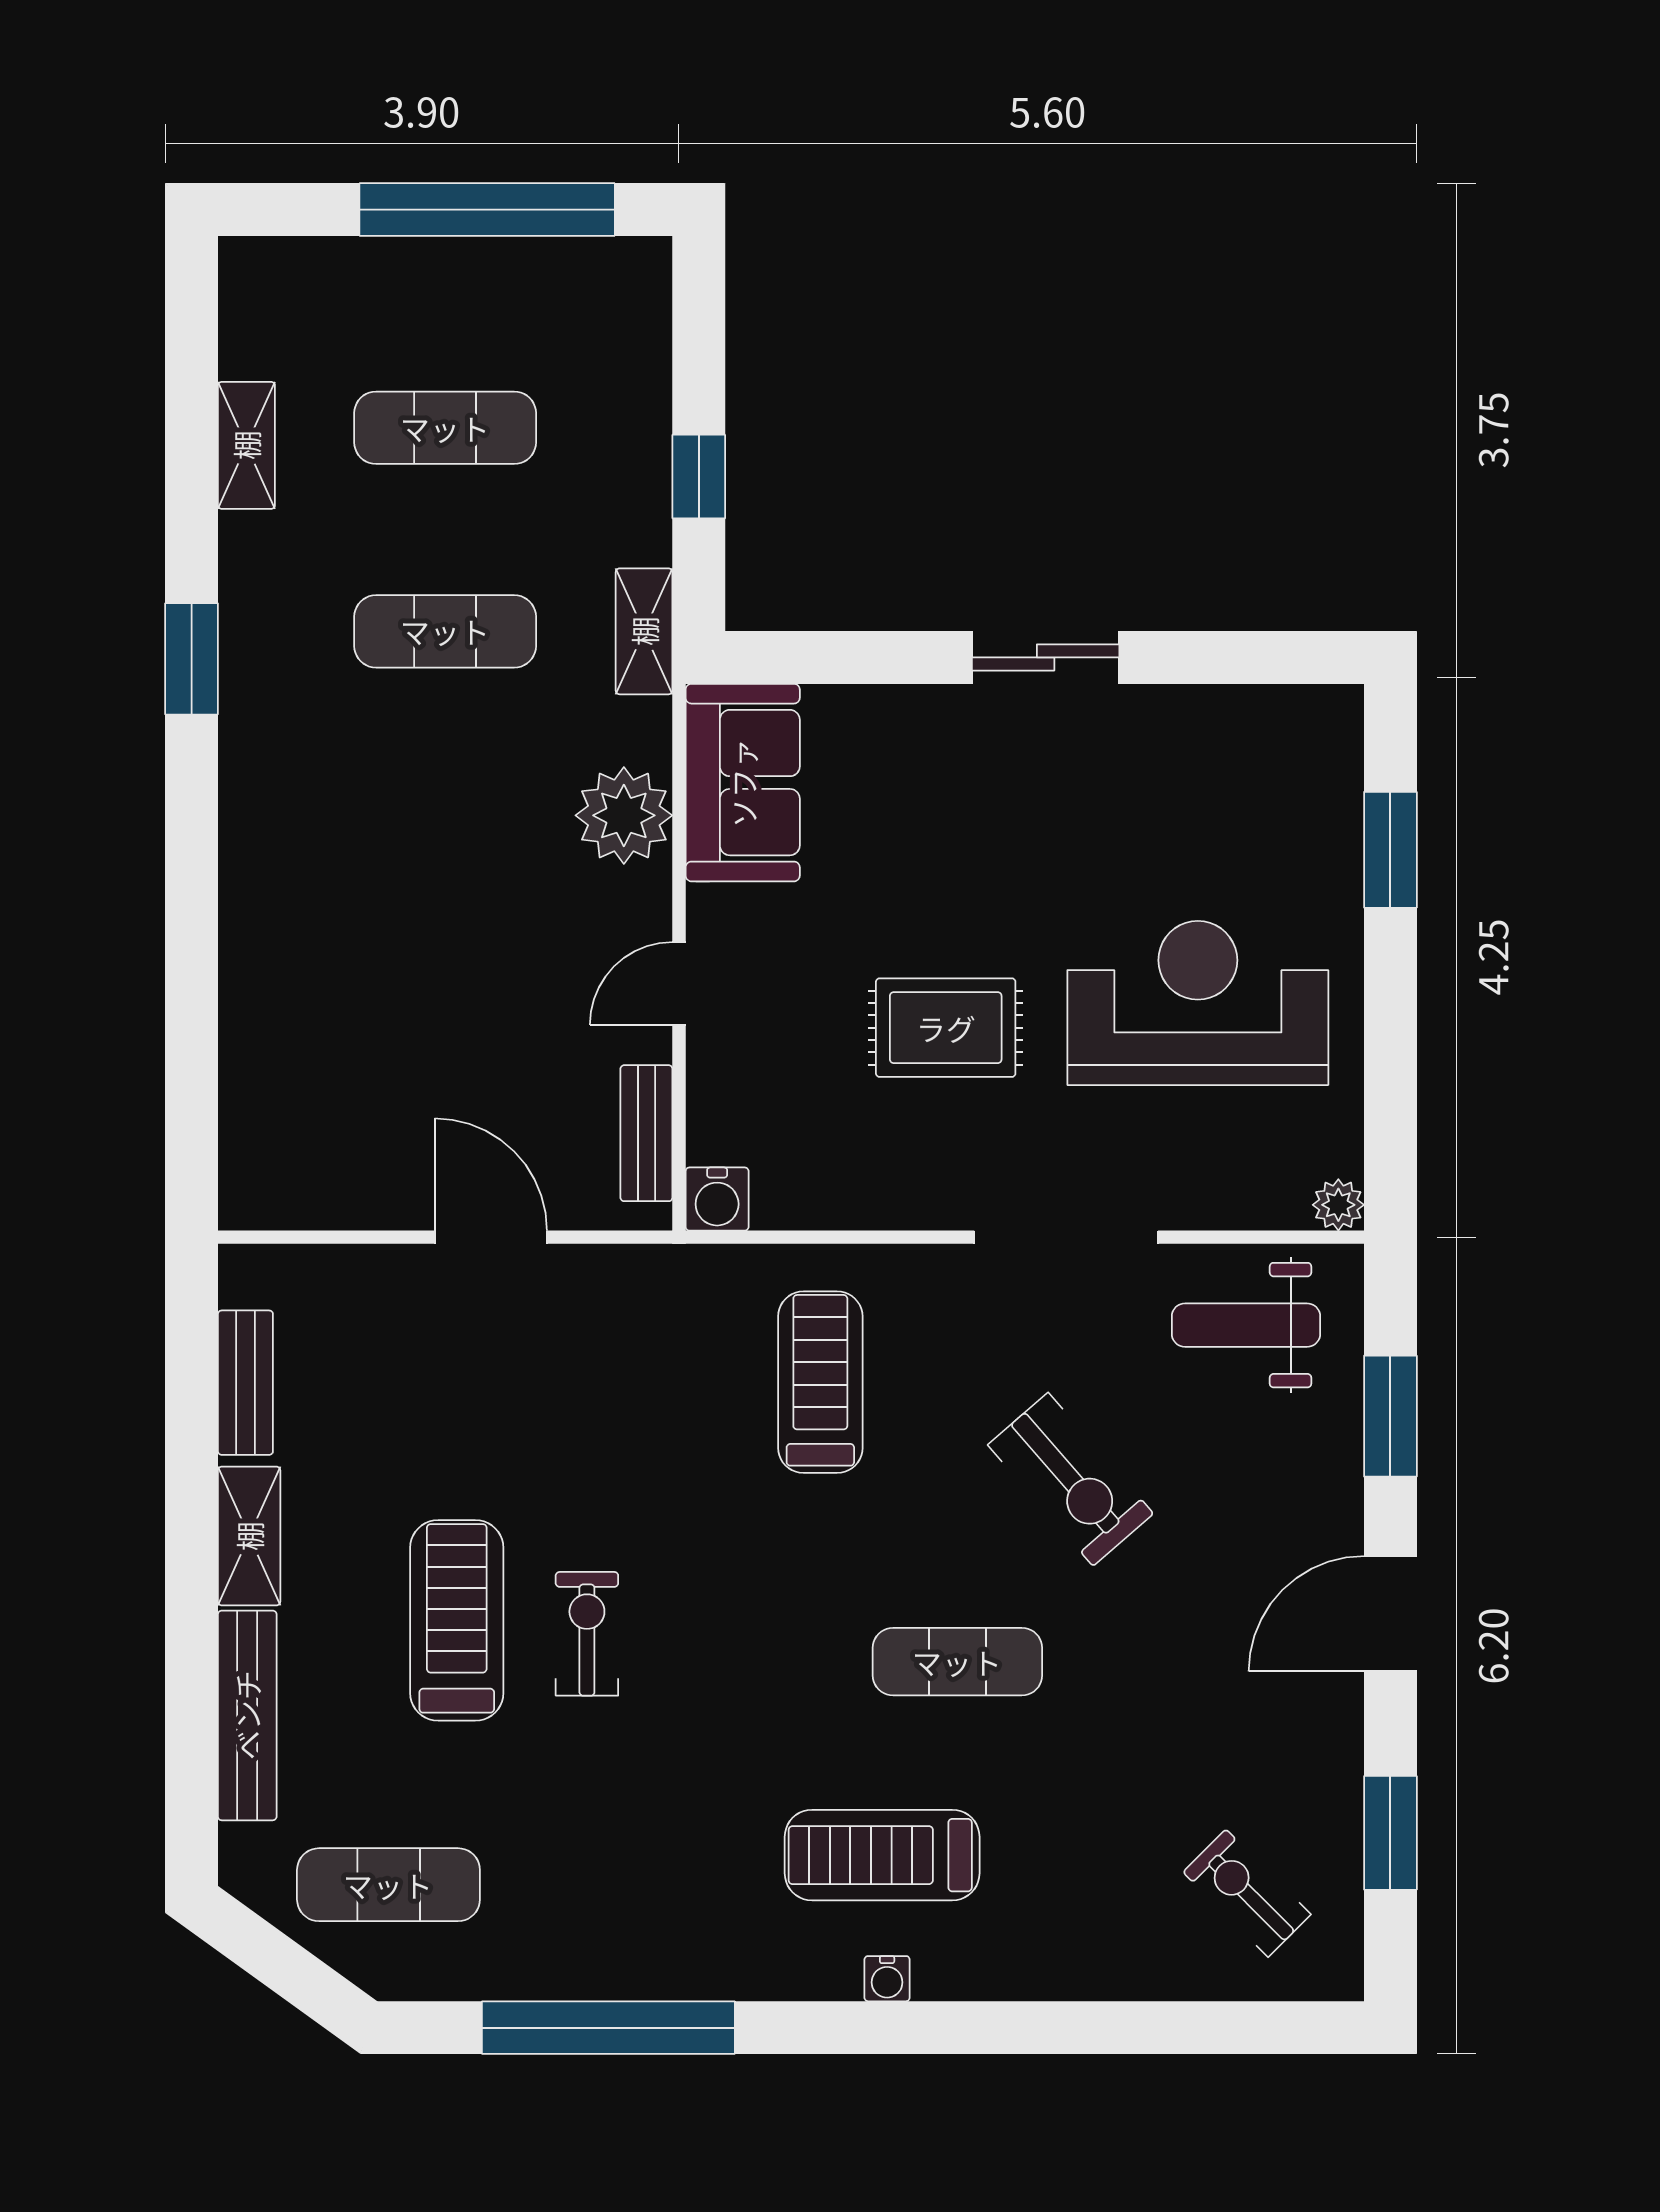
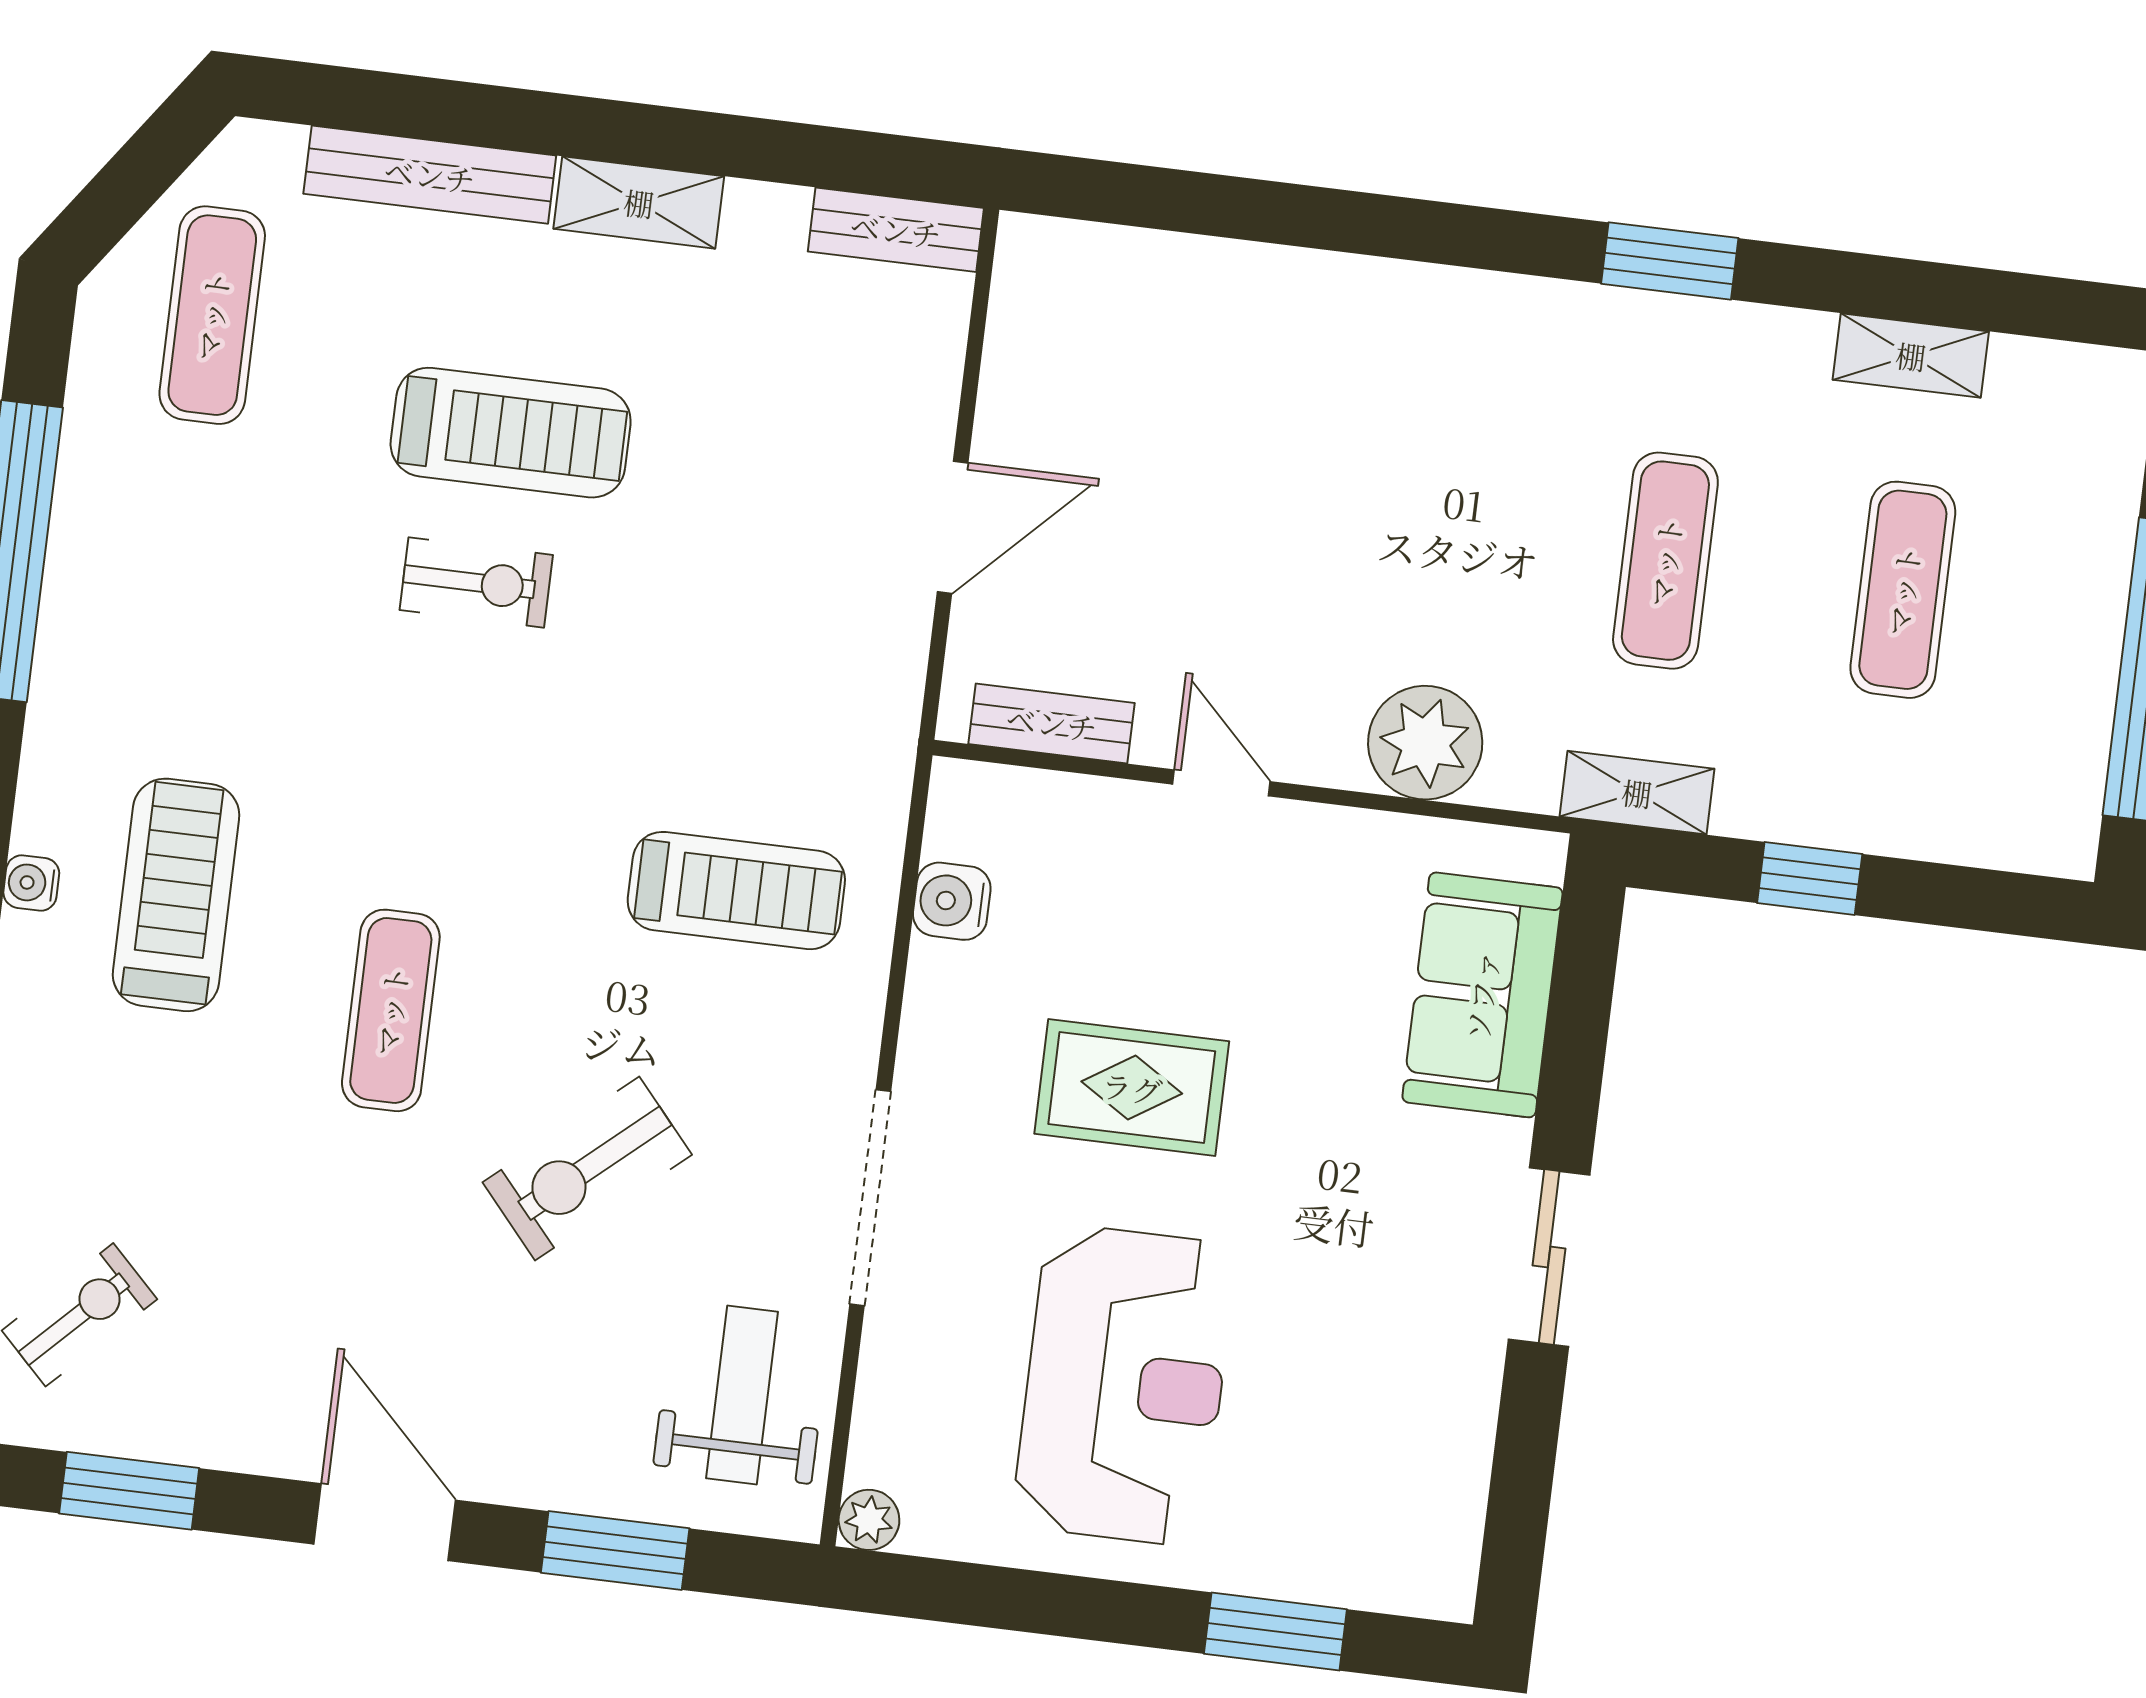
sofa: (743, 783) -> (1482, 995), moved, turned 90
rug: (946, 1028) -> (1132, 1088), turned 90
water cooler: (717, 1199) -> (952, 901), moved
bench: (245, 1383) -> (896, 230), moved

